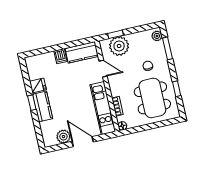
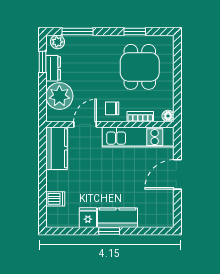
window: (115, 34) -> (43, 62), moved
dresser: (138, 37) -> (53, 68), added
dishwasher: (60, 56) -> (55, 199), moved
chair: (148, 66) -> (112, 108), moved
dining table: (152, 98) -> (140, 67), width x0.73
plant: (63, 137) -> (165, 199), removed

